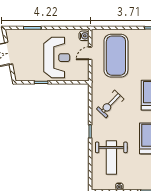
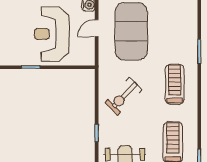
reception desk: (57, 58) -> (52, 34), turned 180

